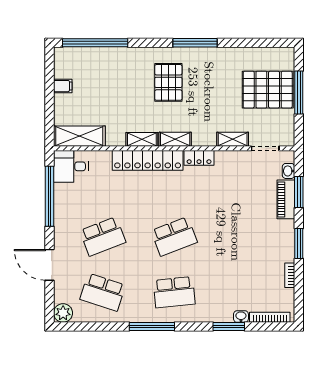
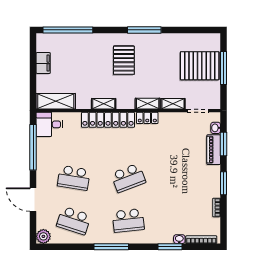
filing cabinet: (63, 86) -> (43, 63), width x2.00
shelving: (175, 139) -> (148, 104), moved
school desk: (103, 236) -> (74, 178), turned 30

